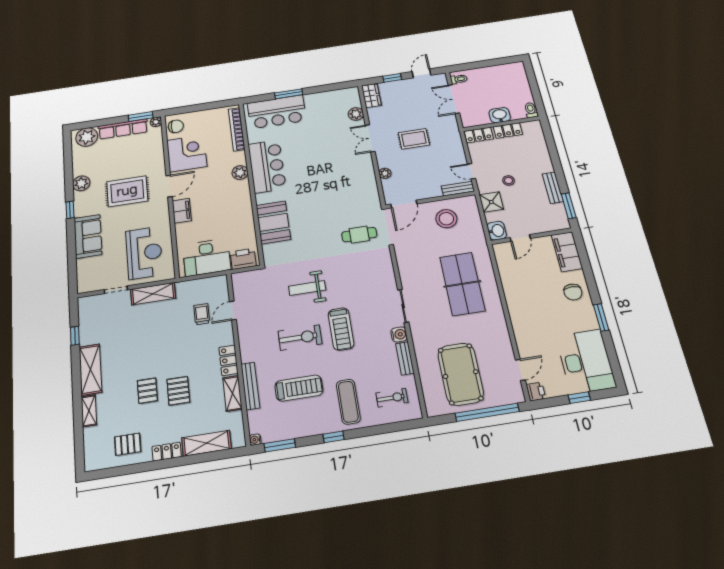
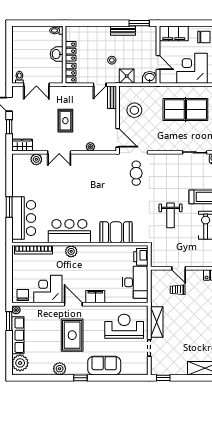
corner desk: (524, 283) -> (192, 68), added
window: (75, 336) -> (163, 378), moved

